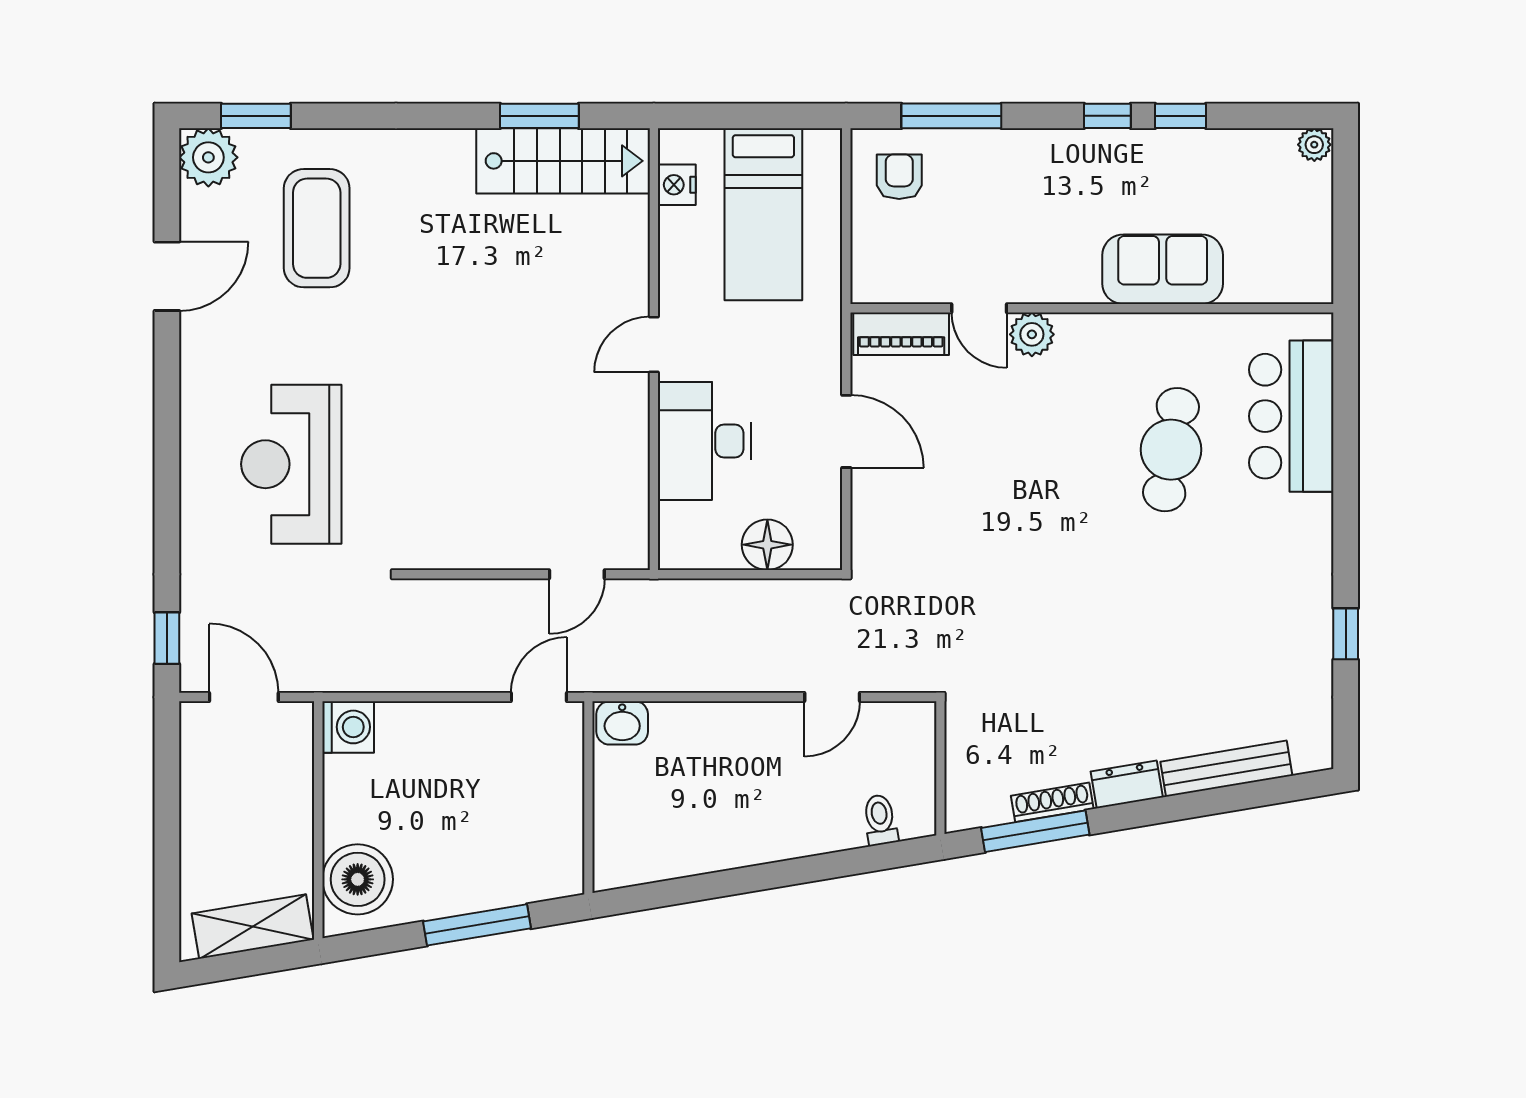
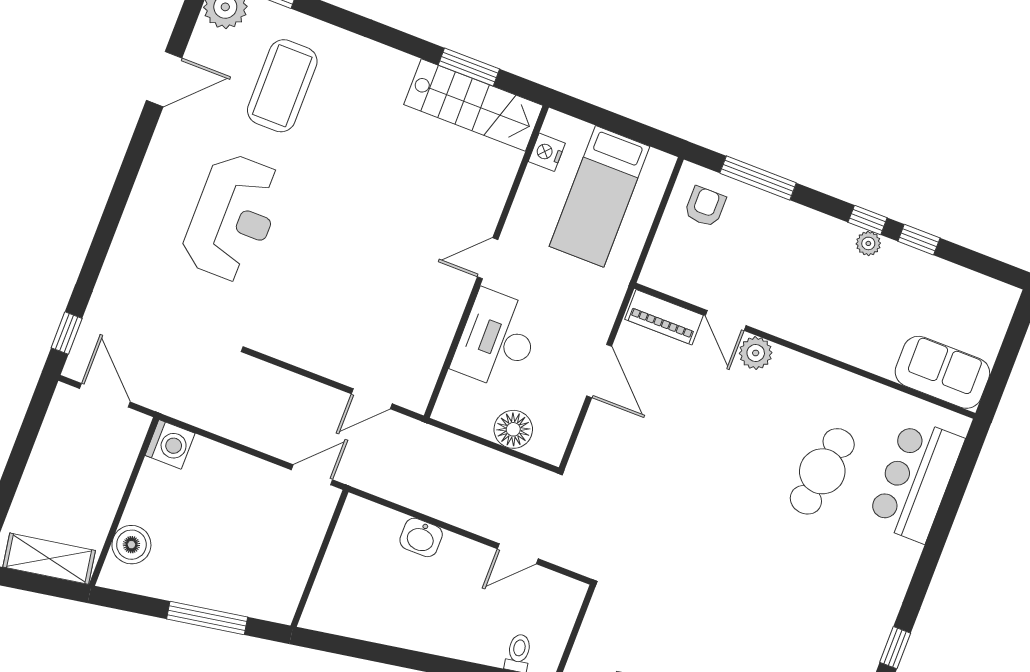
plant: (1314, 145) -> (868, 243), moved
sofa: (1163, 269) -> (942, 372), moved
reception desk: (291, 464) -> (233, 218), moved, turned 180
washbasin: (622, 723) -> (421, 537), moved
boiler: (358, 879) -> (131, 545), width x0.73, depth x0.73

